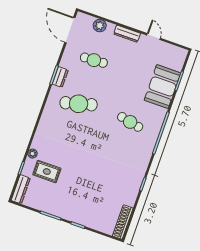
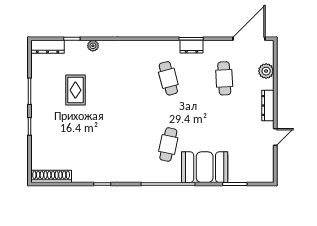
booth: (162, 87) -> (205, 167), moved
cafe table: (79, 104) -> (168, 78), width x0.73, depth x0.74
rug: (47, 172) -> (75, 90), moved

